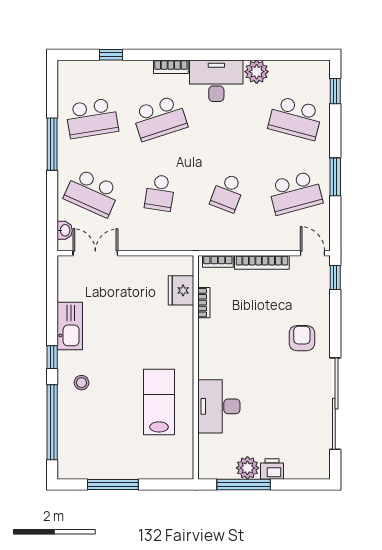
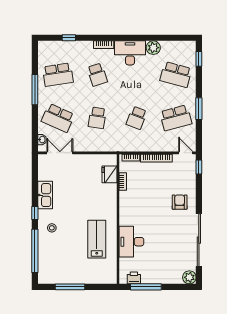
school desk: (160, 118) -> (97, 75), width x0.54
plant: (247, 468) -> (189, 277), moved
printer: (272, 469) -> (134, 278), moved

